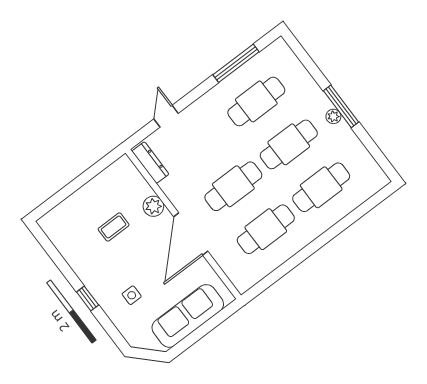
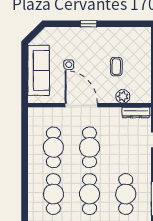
plant: (153, 206) -> (123, 96), moved
side table: (132, 295) -> (69, 65), moved

